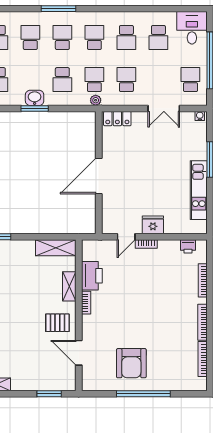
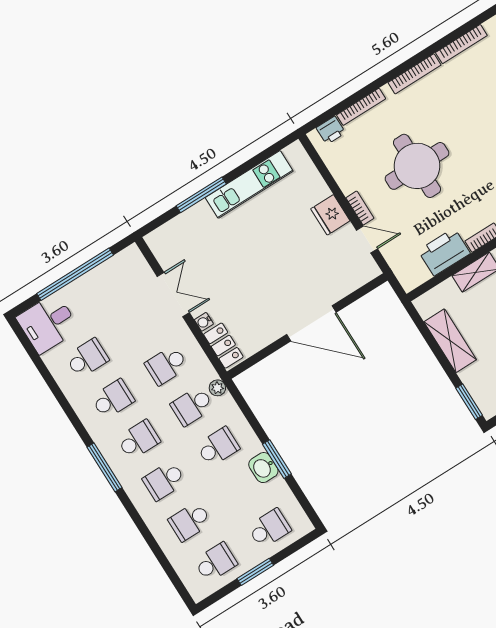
window: (59, 9) -> (104, 467), moved
school desk: (94, 37) -> (138, 440), turned 180
school desk: (190, 80) -> (115, 284), removed
water cooler: (200, 116) -> (204, 322), moved
printer: (188, 246) -> (331, 130), moved, turned 90
shelving: (56, 248) -> (450, 341), moved
round table: (150, 291) -> (417, 166), added

